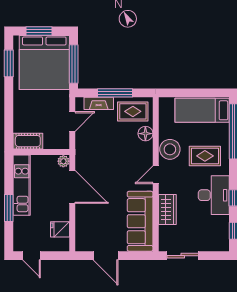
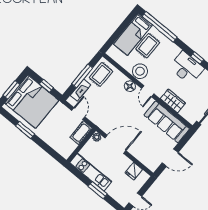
window: (9, 63) -> (25, 130), moved
window: (74, 64) -> (46, 86), width x0.46
floor lamp: (145, 134) -> (130, 86), moved
cot: (28, 141) -> (81, 133), moved
rug: (205, 156) -> (148, 46), moved

